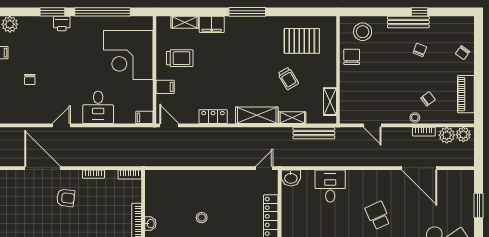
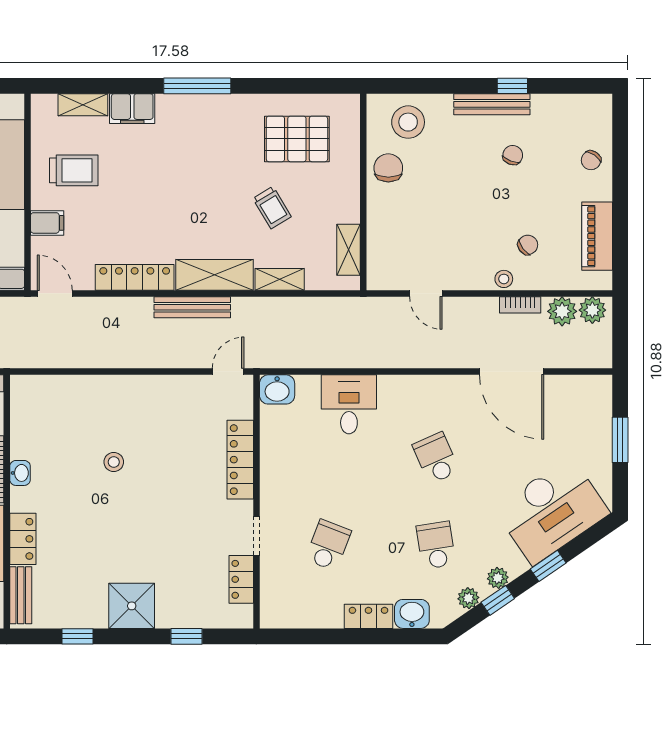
locker: (213, 117) -> (135, 277), width x1.53
bench: (314, 133) -> (192, 307), moved

